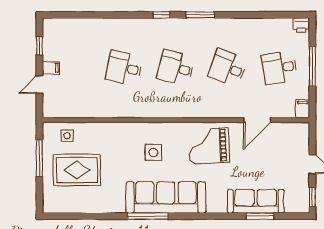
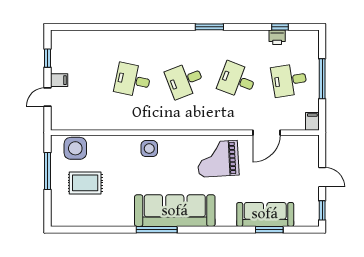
window: (162, 15) -> (280, 27), moved
printer: (301, 25) -> (277, 37), moved
desk: (176, 68) -> (185, 80), turned -36
side table: (67, 136) -> (75, 148), width x1.87, depth x1.87
side table: (153, 152) -> (149, 149), moved
rug: (77, 170) -> (85, 183), width x0.73, depth x0.70

